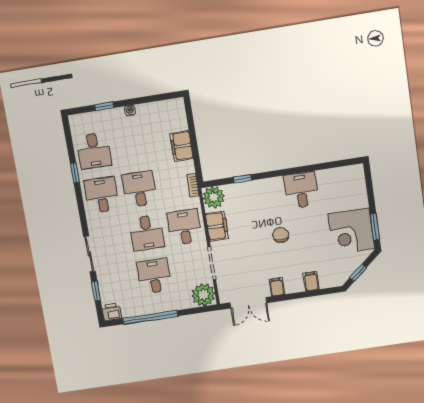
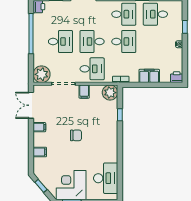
printer: (177, 107) -> (177, 77), added
desk: (301, 190) -> (106, 178), moved, width x1.37
filing cabinet: (217, 226) -> (84, 92), width x0.50

